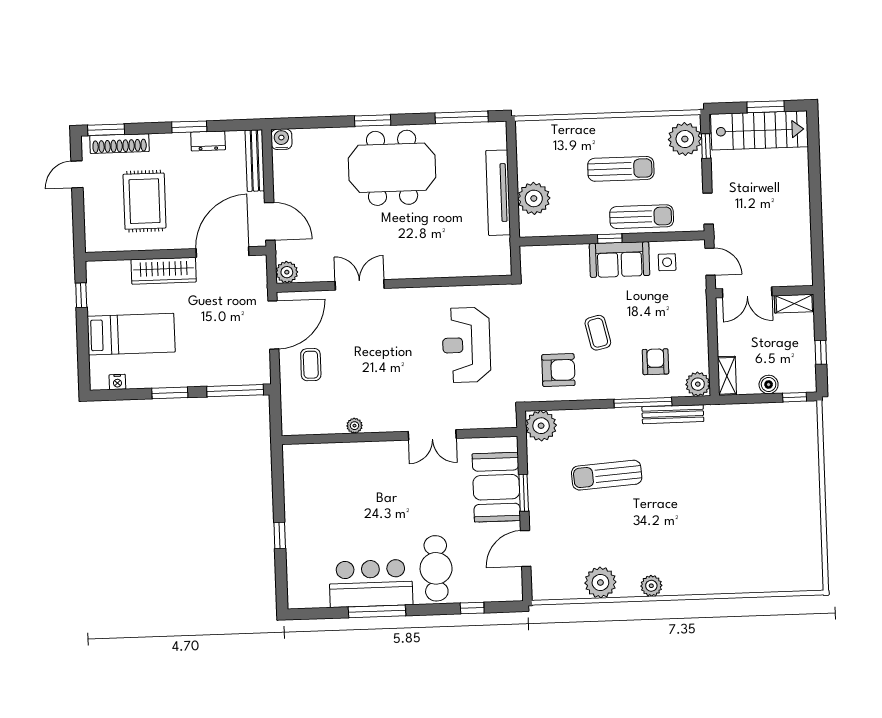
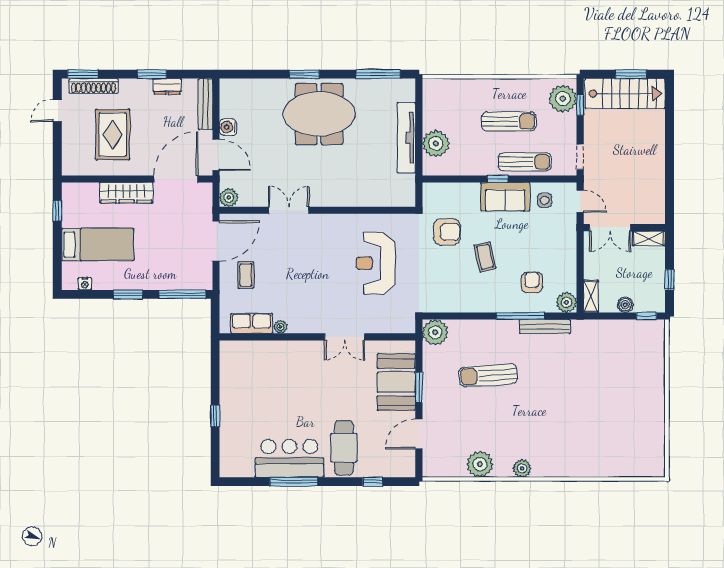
water cooler: (281, 139) -> (228, 127), moved, turned -90
armchair: (558, 370) -> (447, 232), moved
row of seats: (320, 423) -> (252, 323), added

